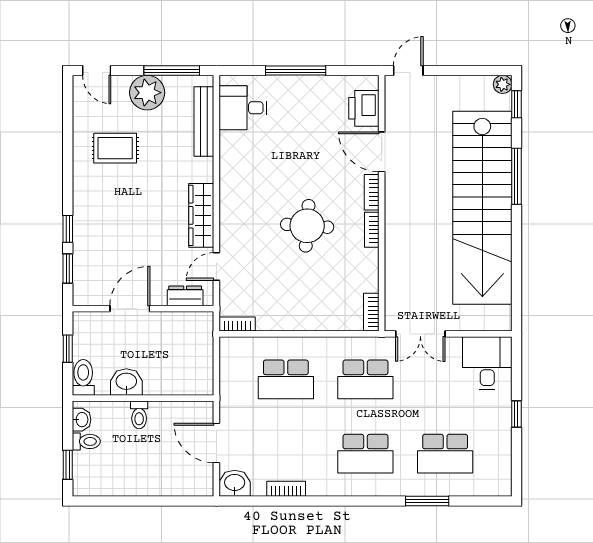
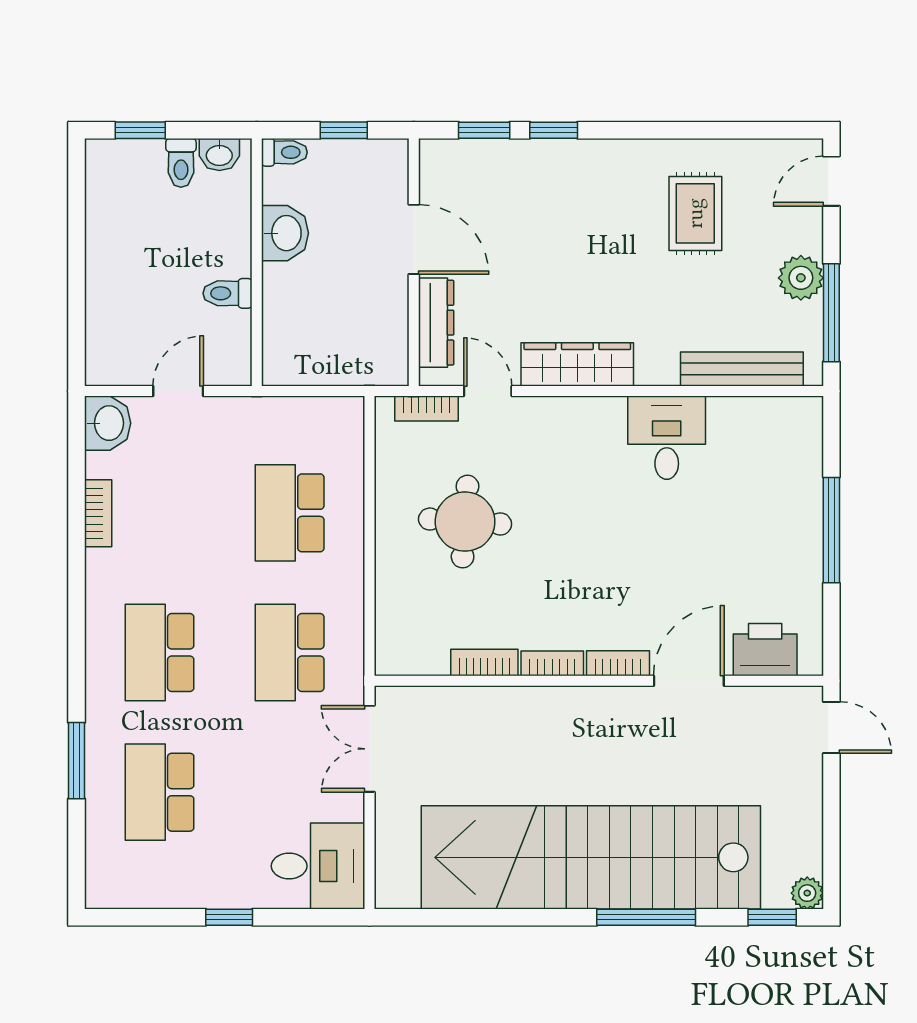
plant: (147, 93) -> (801, 278), width x0.73, depth x0.73
desk: (243, 108) -> (667, 438), moved
round table: (307, 226) -> (465, 522), moved
dresser: (185, 296) -> (436, 323), width x1.44
bookcase: (371, 312) -> (484, 662), moved
bookcase: (237, 324) -> (427, 408), moved, turned 90
toilet: (83, 377) -> (284, 152), width x0.73, depth x0.72
toilet: (139, 415) -> (228, 293), moved
door: (216, 443) -> (178, 391), width x0.73

